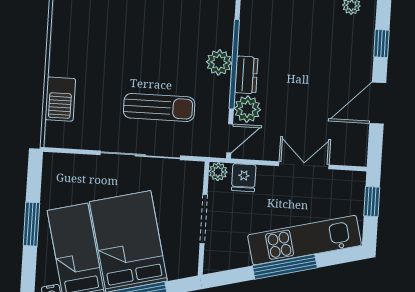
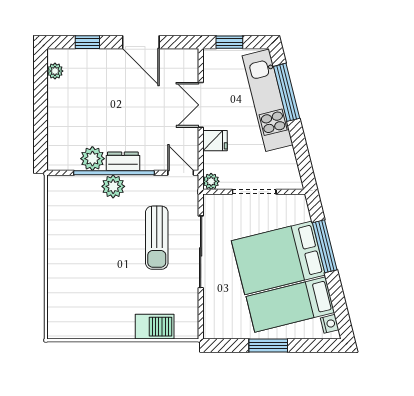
sun lounger: (159, 107) -> (157, 238), turned 180
plant: (247, 109) -> (92, 159), moved
fridge: (244, 178) -> (215, 141), moved
window: (285, 267) -> (287, 92), moved

